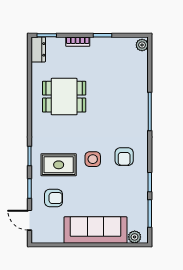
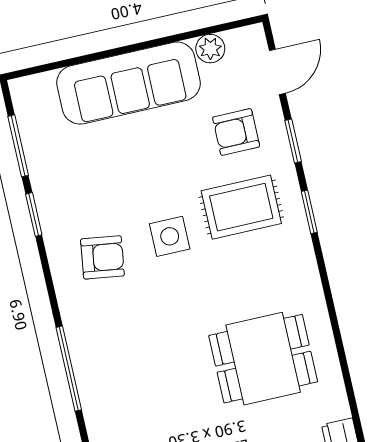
armchair: (124, 157) -> (102, 257), turned 98
door: (30, 220) -> (277, 72), hinge flipped
plant: (135, 237) -> (210, 49), moved

